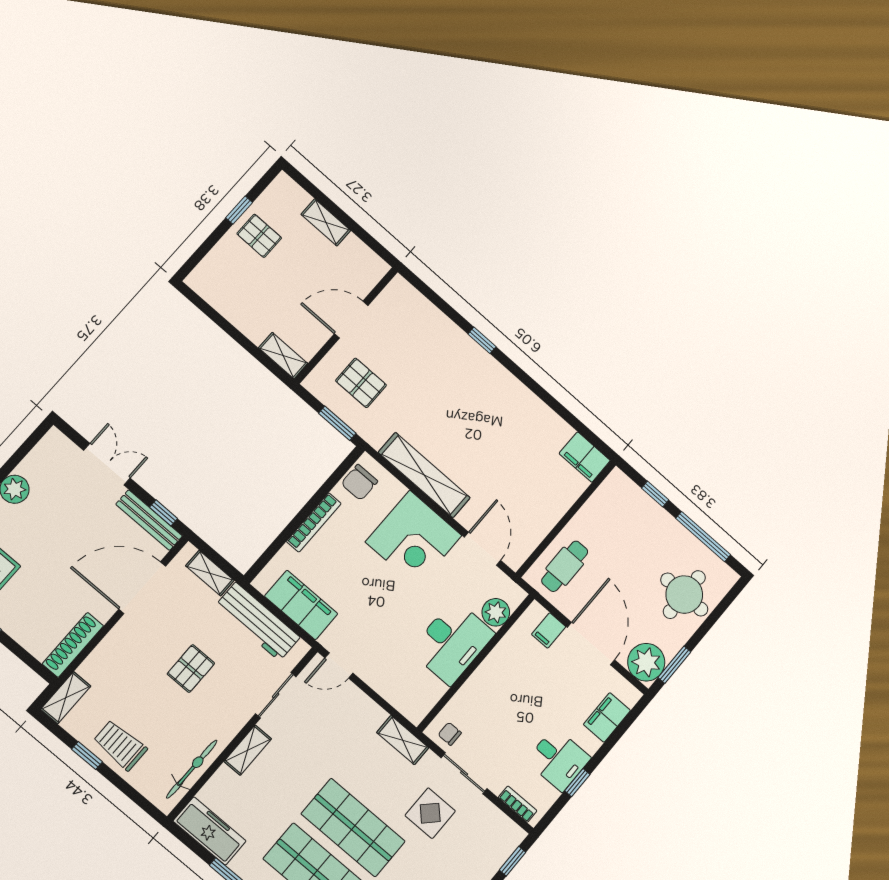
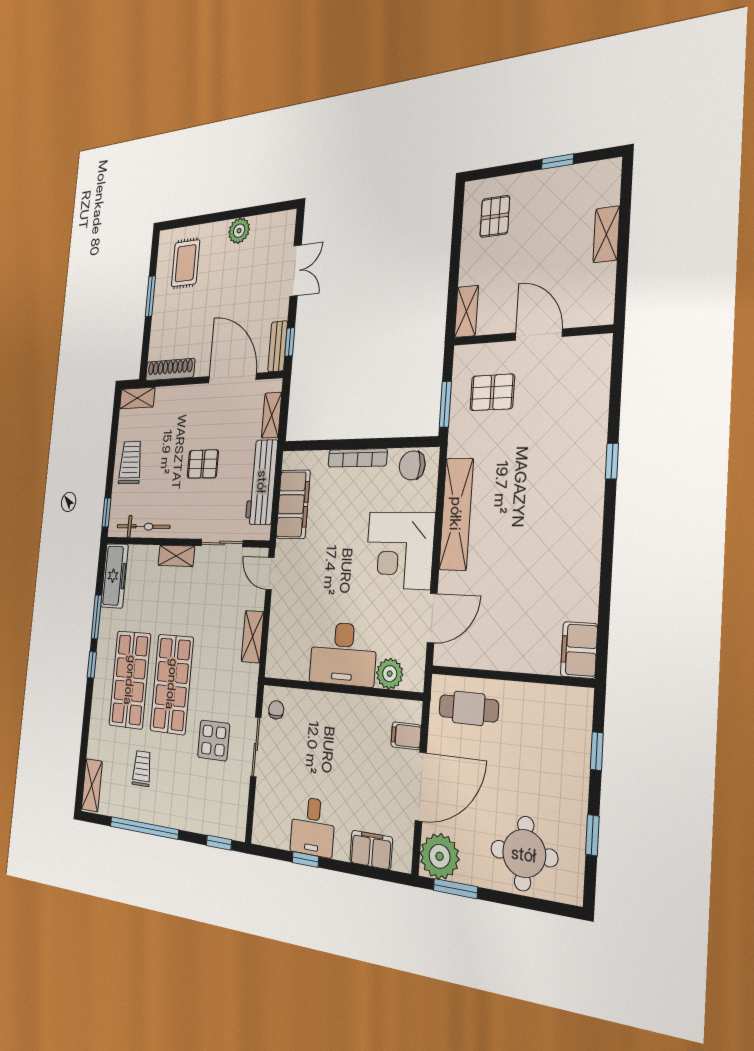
pallet: (259, 236) -> (495, 216), moved
pallet: (361, 383) -> (492, 392), turned 90
bench: (149, 520) -> (278, 346), width x0.73
window: (703, 537) -> (592, 835), width x0.46
shelving: (403, 740) -> (252, 637), moved
window: (87, 756) -> (106, 513), moved
bookcase: (518, 804) -> (260, 814), removed

